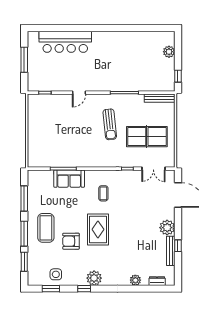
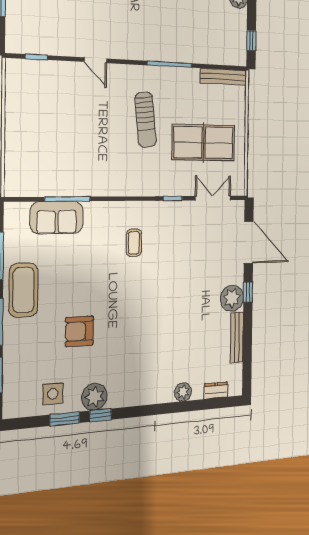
door: (79, 93) -> (96, 60), hinge flipped
double door: (153, 169) -> (213, 198), swing flipped
sofa: (69, 179) -> (57, 218), moved
coffee table: (46, 228) -> (24, 290), moved
rug: (98, 229) -> (124, 307), removed
window: (178, 246) -> (248, 292), moved
plant: (94, 278) -> (94, 397), moved
window: (51, 289) -> (65, 419), moved

